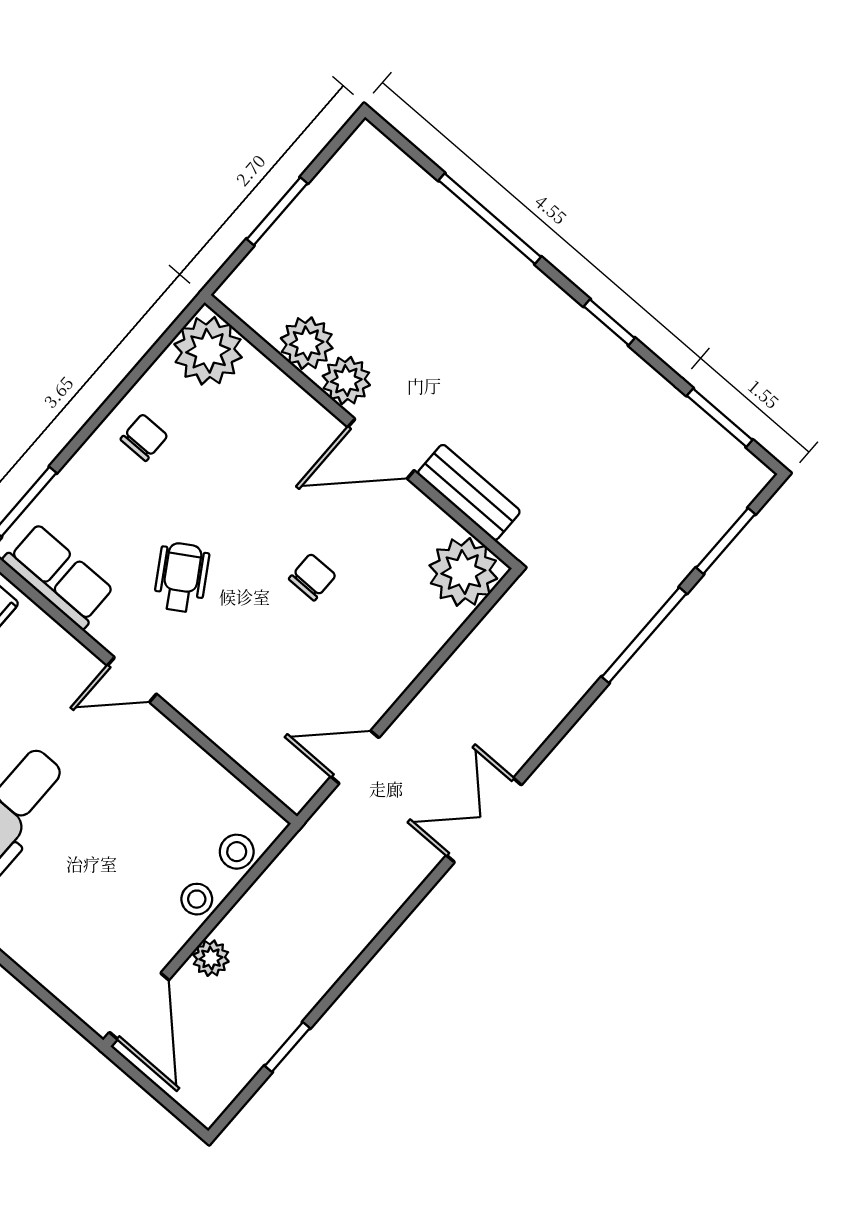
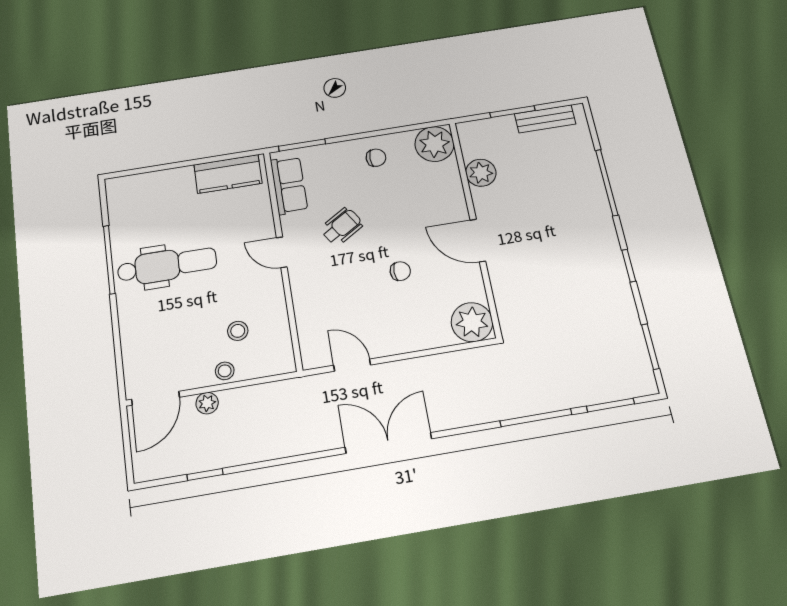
plant: (346, 381) -> (486, 201), removed
bench: (469, 492) -> (545, 119), moved, turned 90
double door: (484, 820) -> (388, 443), width x1.37
stool: (237, 852) -> (238, 331), moved

